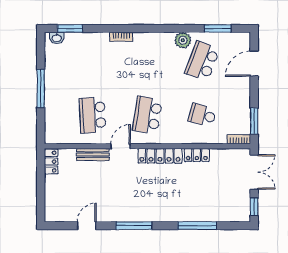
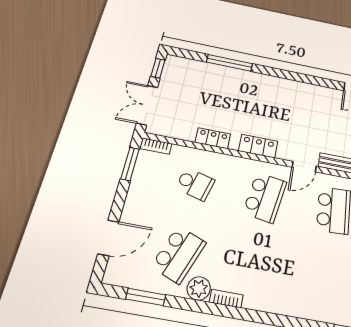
bookcase: (121, 37) -> (226, 299), moved
locker: (160, 156) -> (258, 146), width x0.66
window: (134, 226) -> (302, 78), removed

